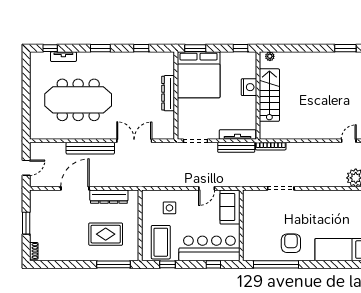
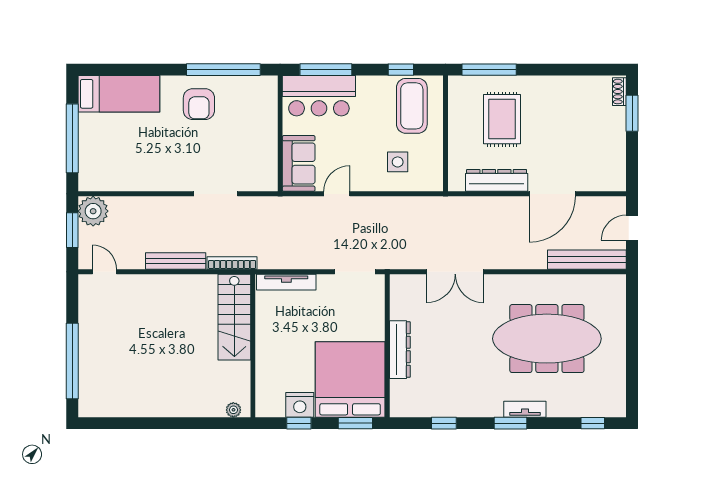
window: (241, 48) -> (299, 423), moved
window: (345, 48) -> (110, 423), removed
tv unit: (63, 57) -> (525, 409), moved
nightstand: (249, 87) -> (300, 405), moved, turned -90
stairs: (269, 95) -> (234, 317), moved
door: (349, 141) -> (105, 272), swing flipped
bench: (236, 147) -> (176, 261), moved
bench: (90, 148) -> (587, 260), moved
window: (26, 223) -> (632, 113), moved
rug: (106, 234) -> (502, 119), turned 90
bar counter: (209, 248) -> (319, 96), width x0.73
window: (213, 264) -> (326, 70), width x2.17

